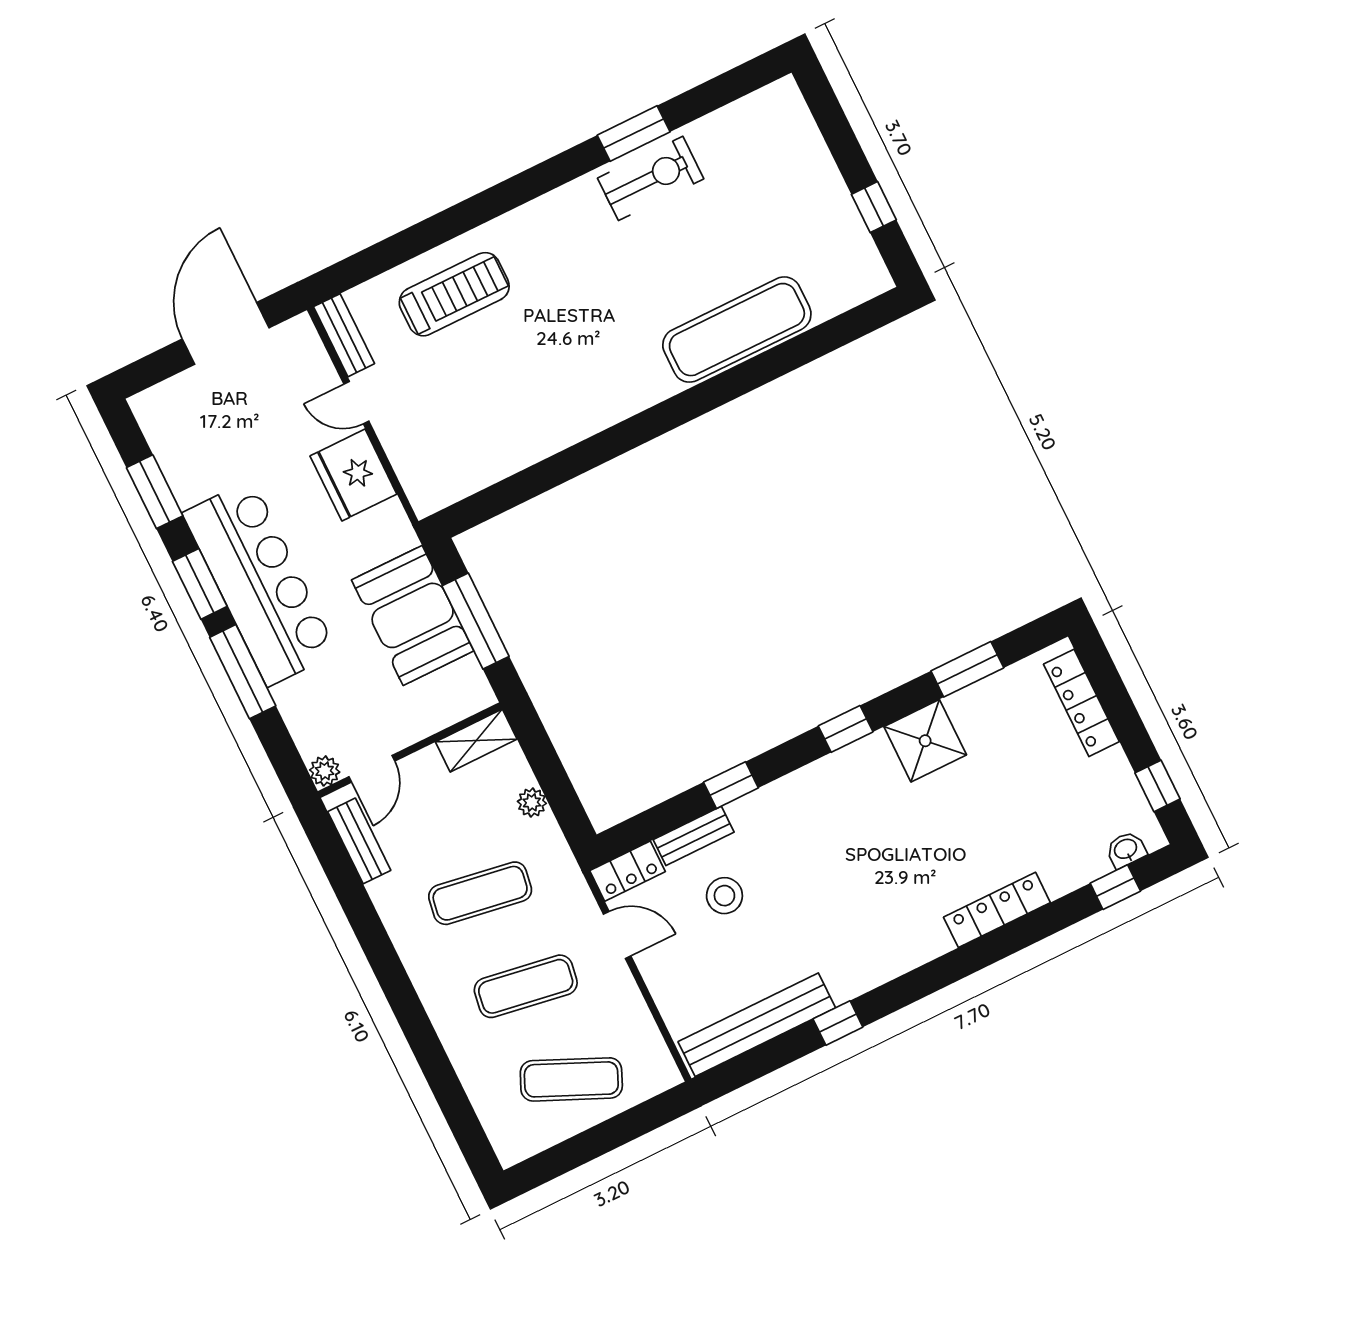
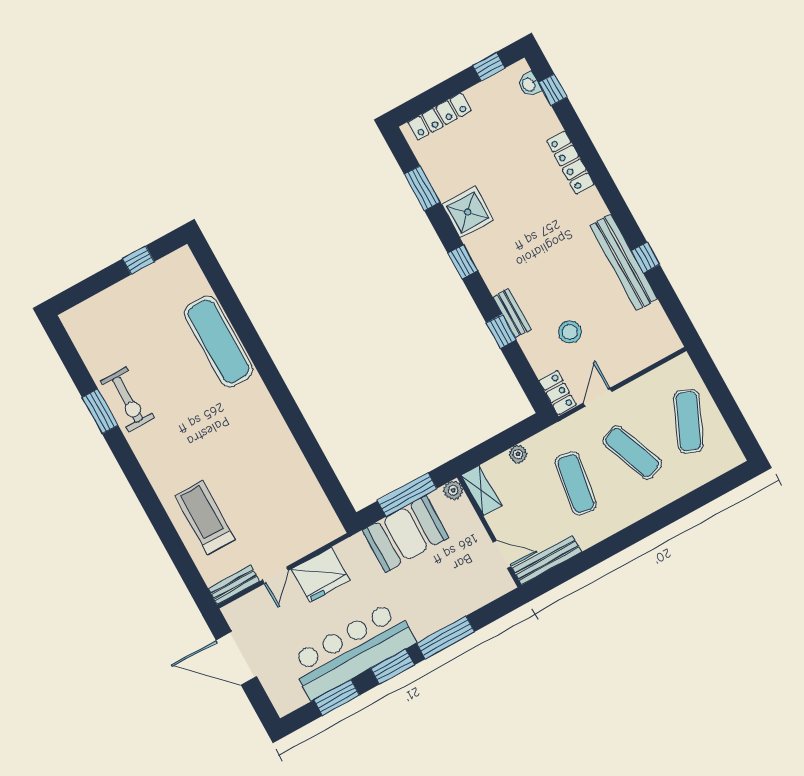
exercise bike: (651, 178) -> (127, 399), turned 180
bar counter: (260, 583) -> (352, 650), moved
plant: (325, 771) -> (453, 490), moved
bench: (694, 836) -> (512, 313), moved
bench: (359, 841) -> (547, 560), width x1.36
exercise mat: (526, 986) -> (632, 452), turned -30
bench: (757, 1025) -> (624, 262), moved

